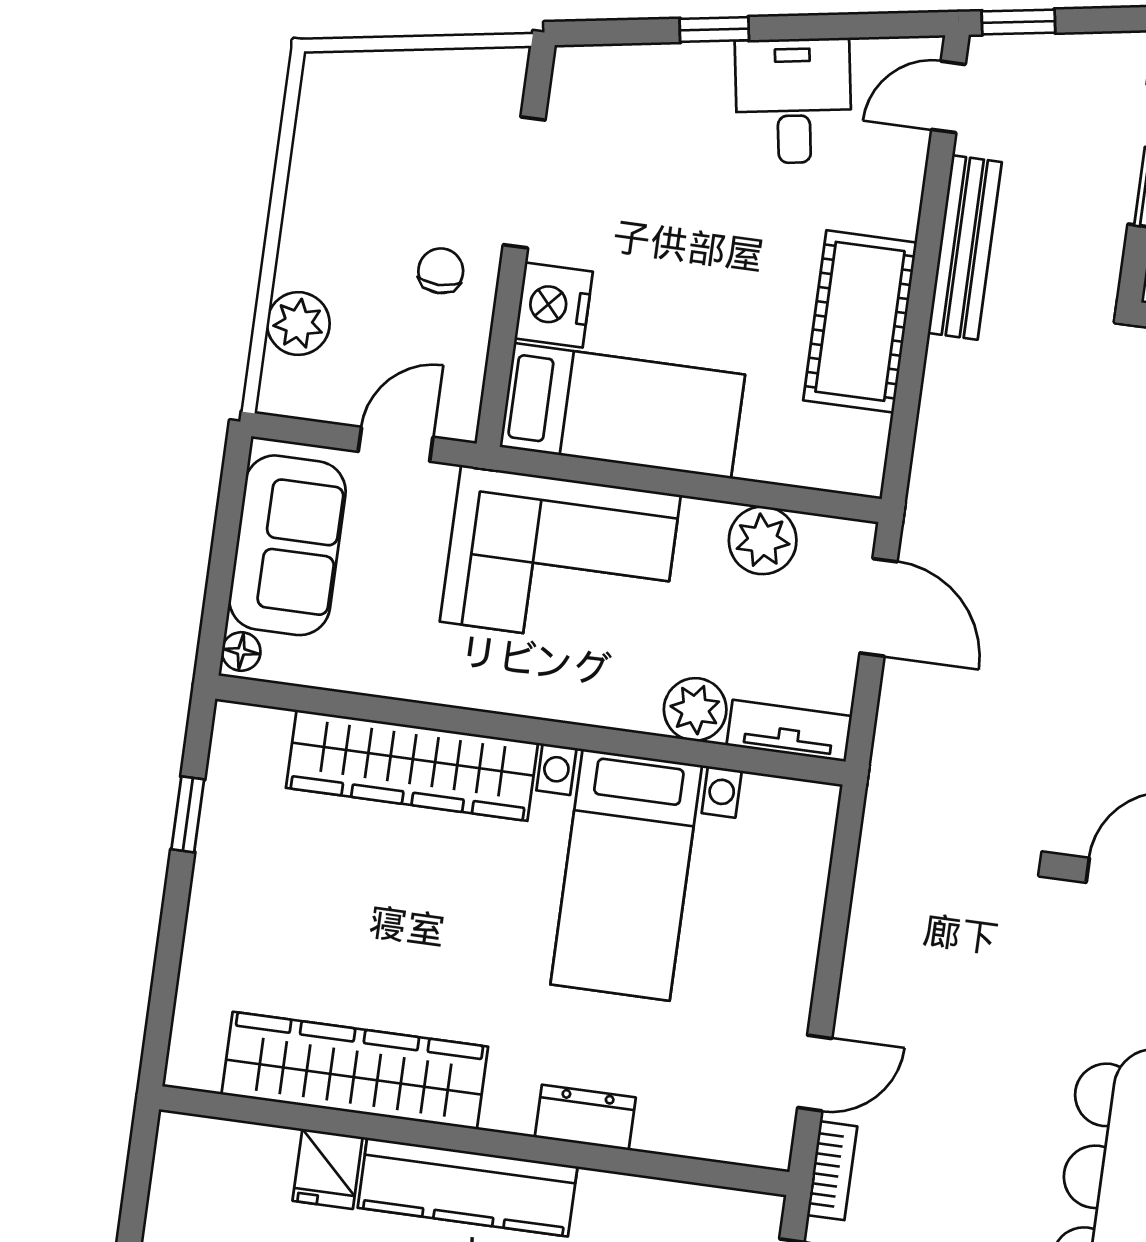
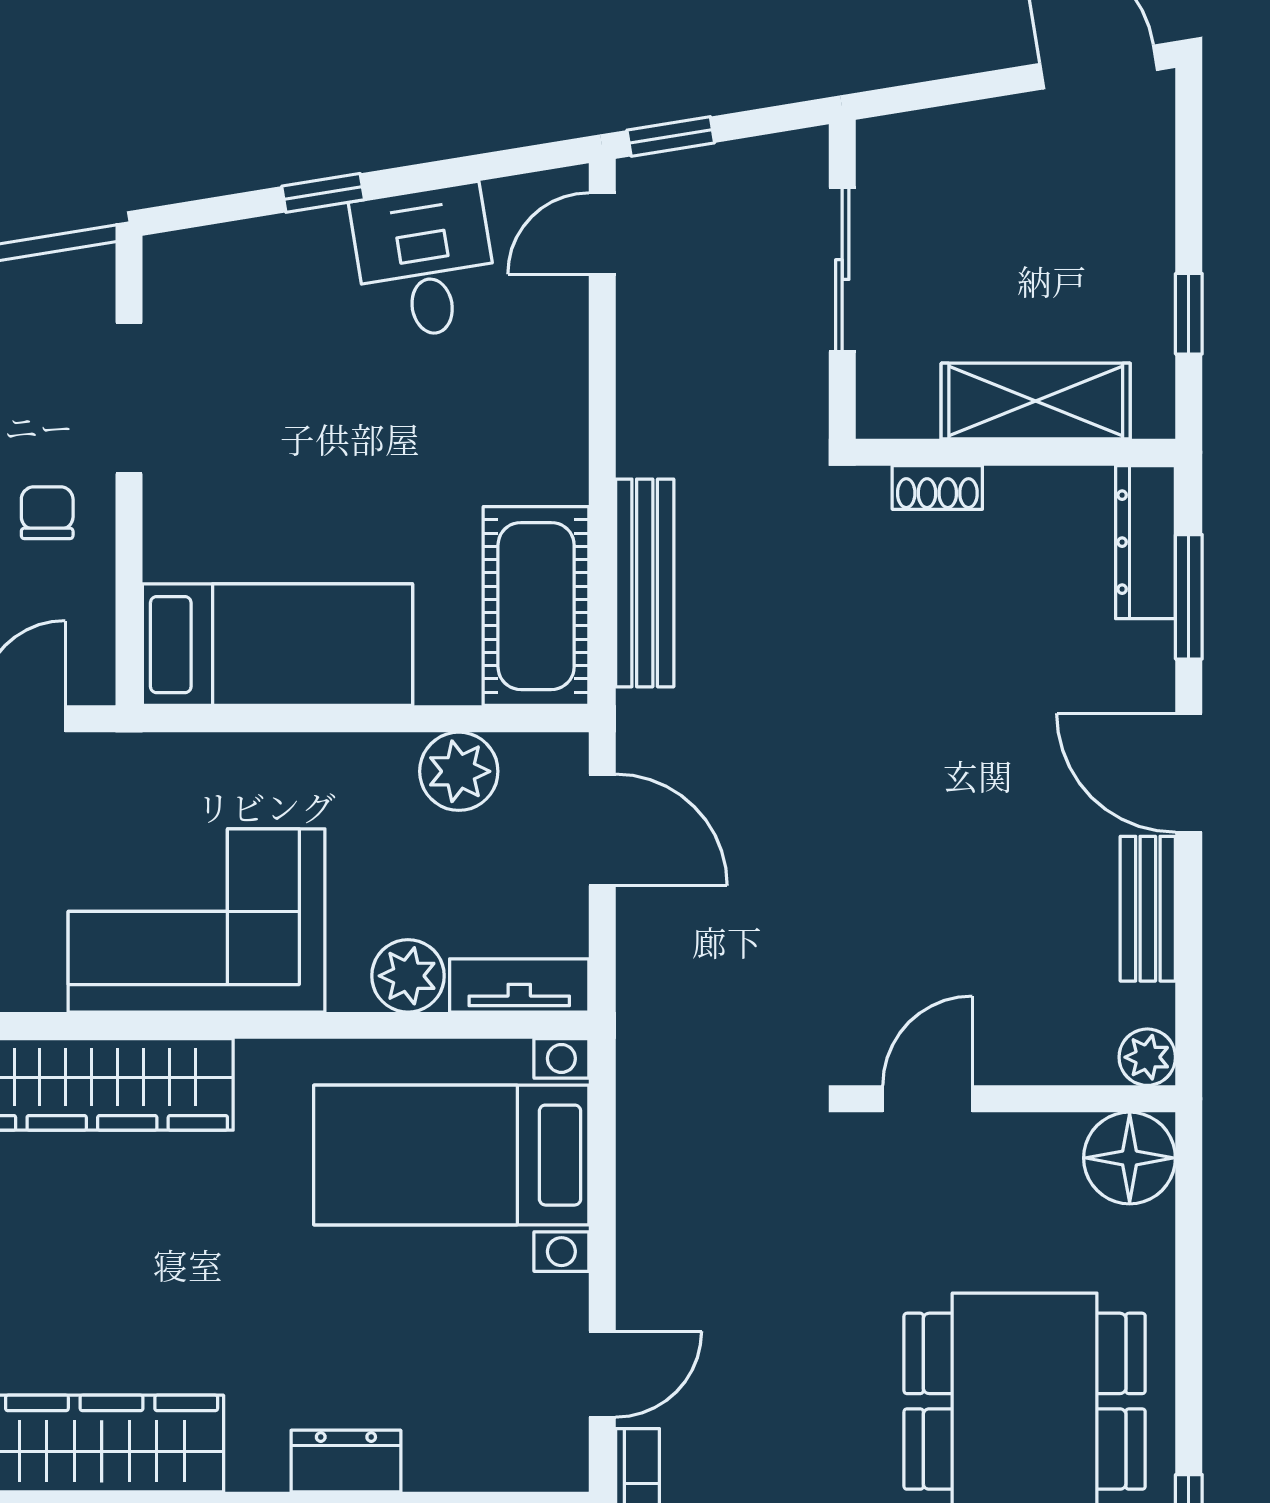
bench: (965, 247) -> (645, 583), moved
nightstand: (554, 305) -> (182, 534), removed
cot: (860, 321) -> (536, 606), moved
corner sofa: (560, 558) -> (197, 920), moved, turned 180
bed with nightstands: (626, 875) -> (451, 1155), moved, turned 90

